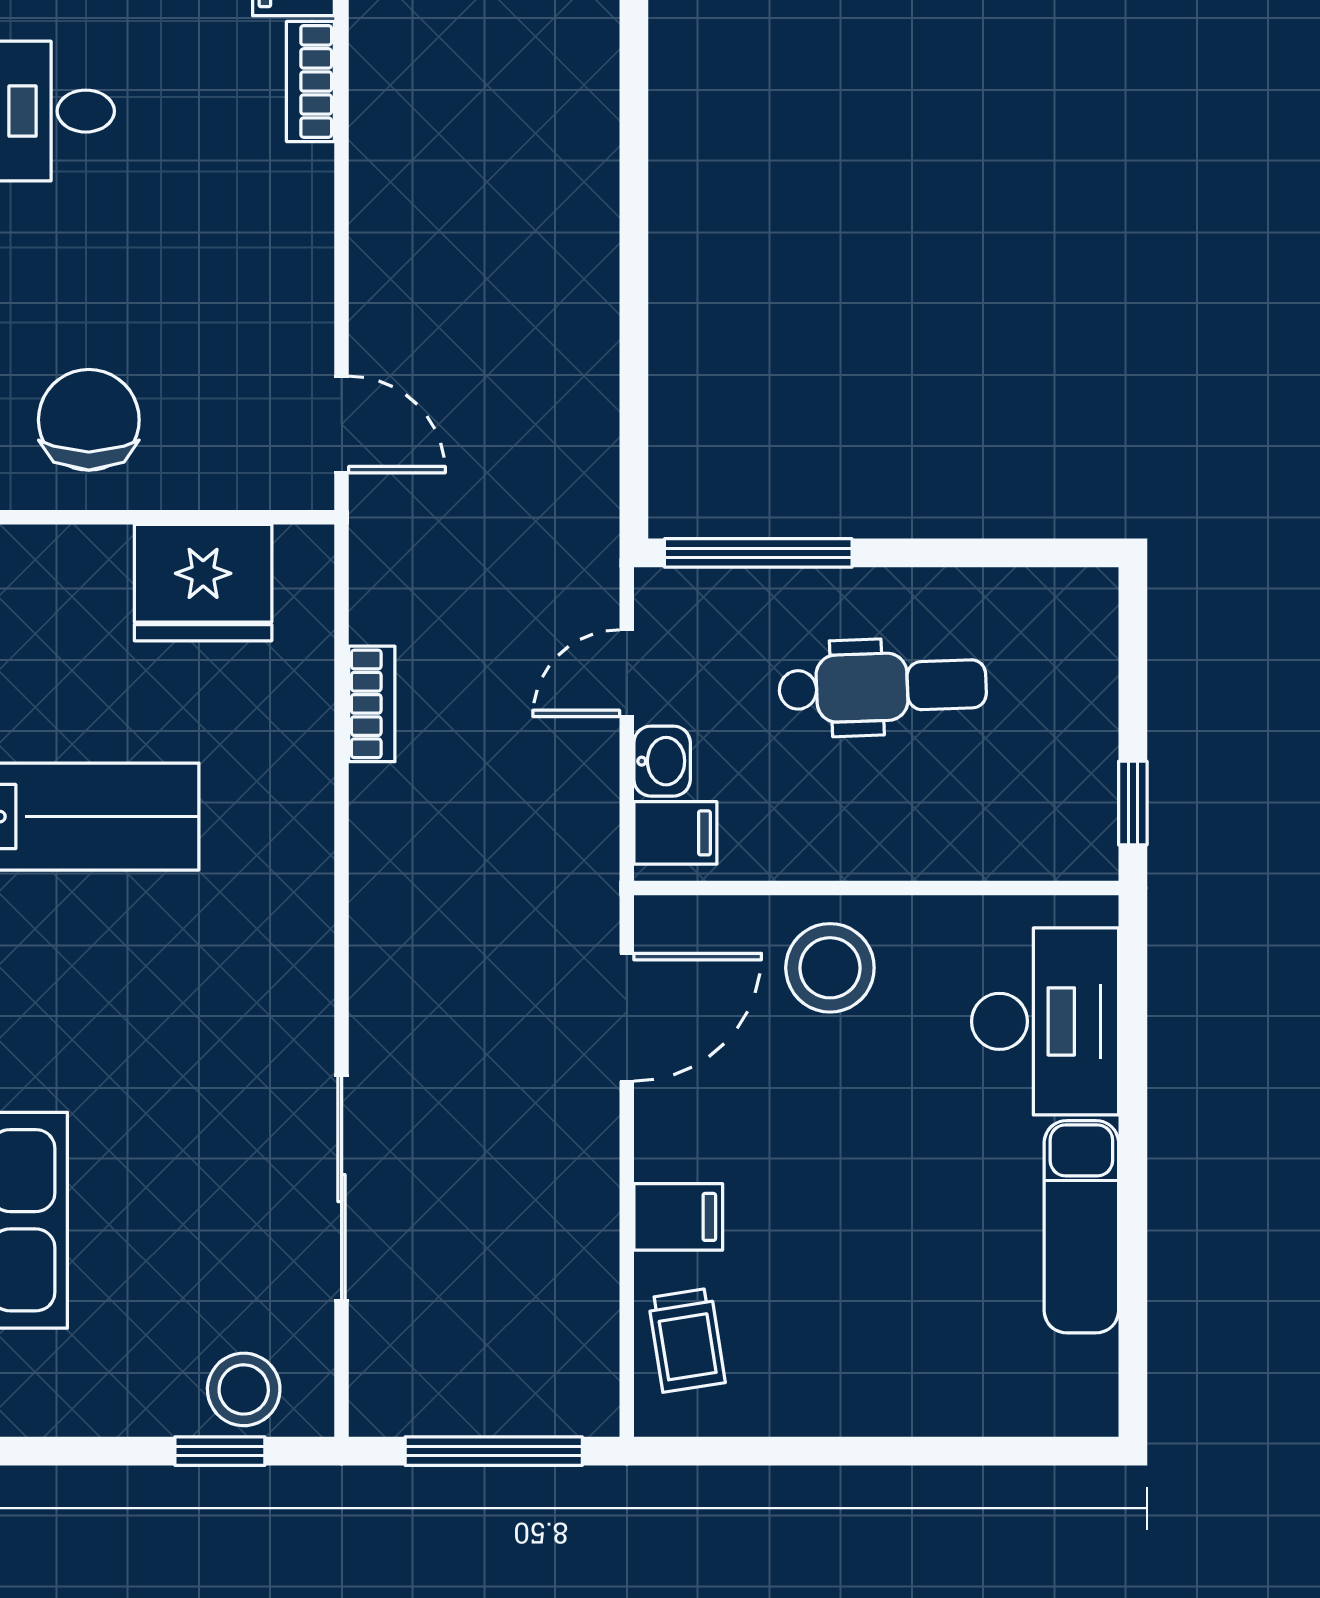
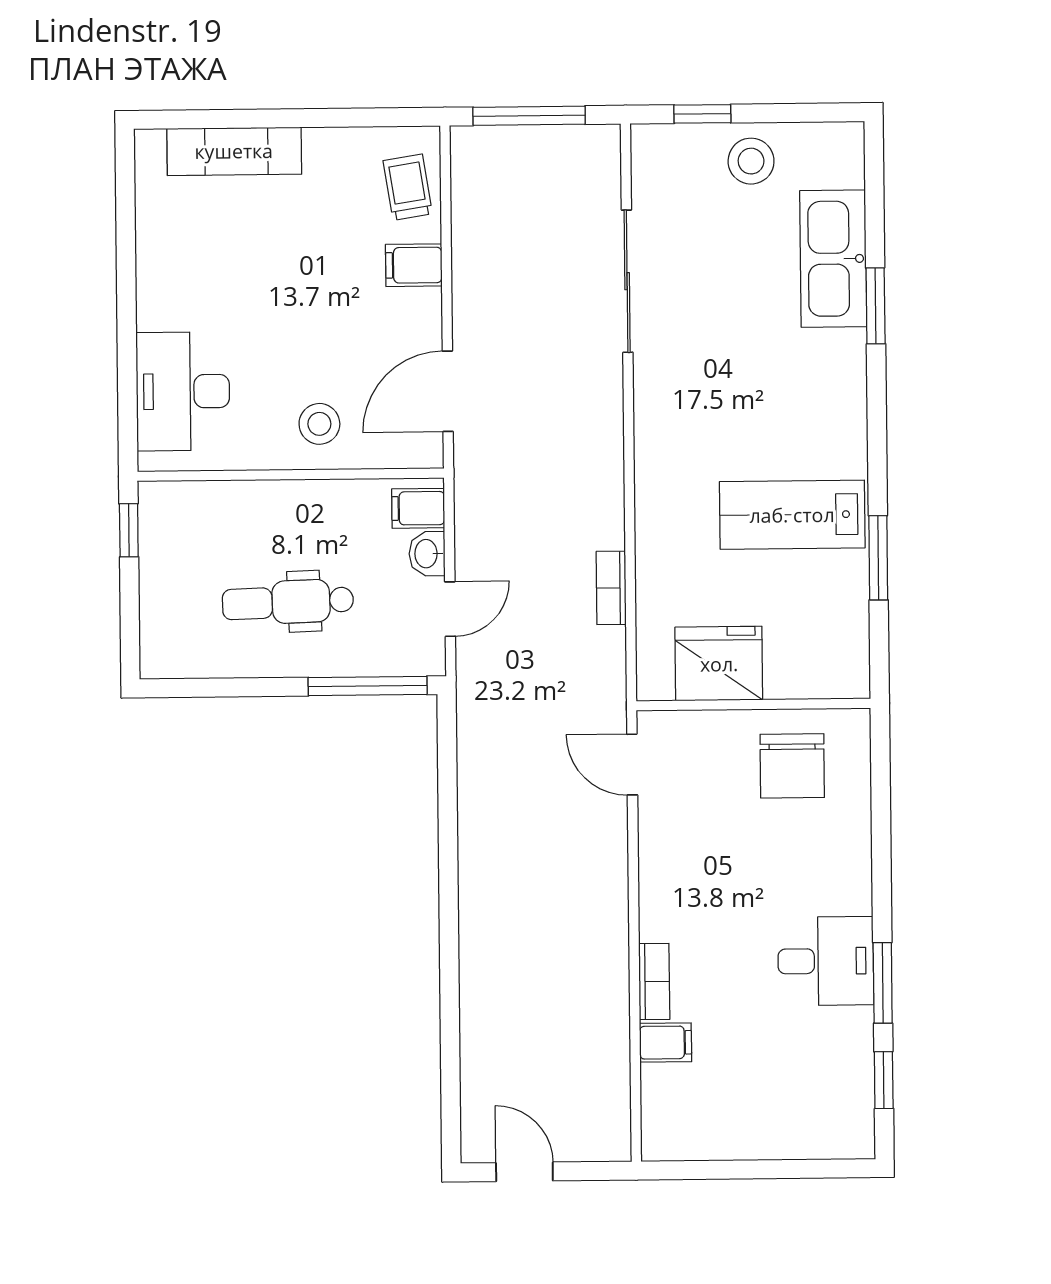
stool: (830, 968) -> (319, 424), width x0.73, depth x0.73
exam couch: (1081, 1227) -> (234, 151), moved, turned 90
stool: (244, 1389) -> (751, 161), moved

